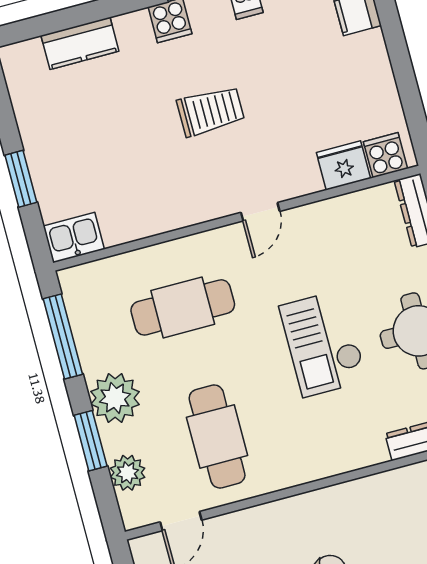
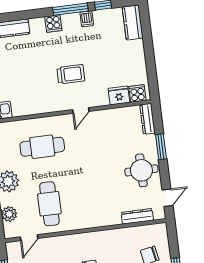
trolley: (211, 111) -> (71, 74), moved
checkout: (323, 343) -> (100, 170), removed

